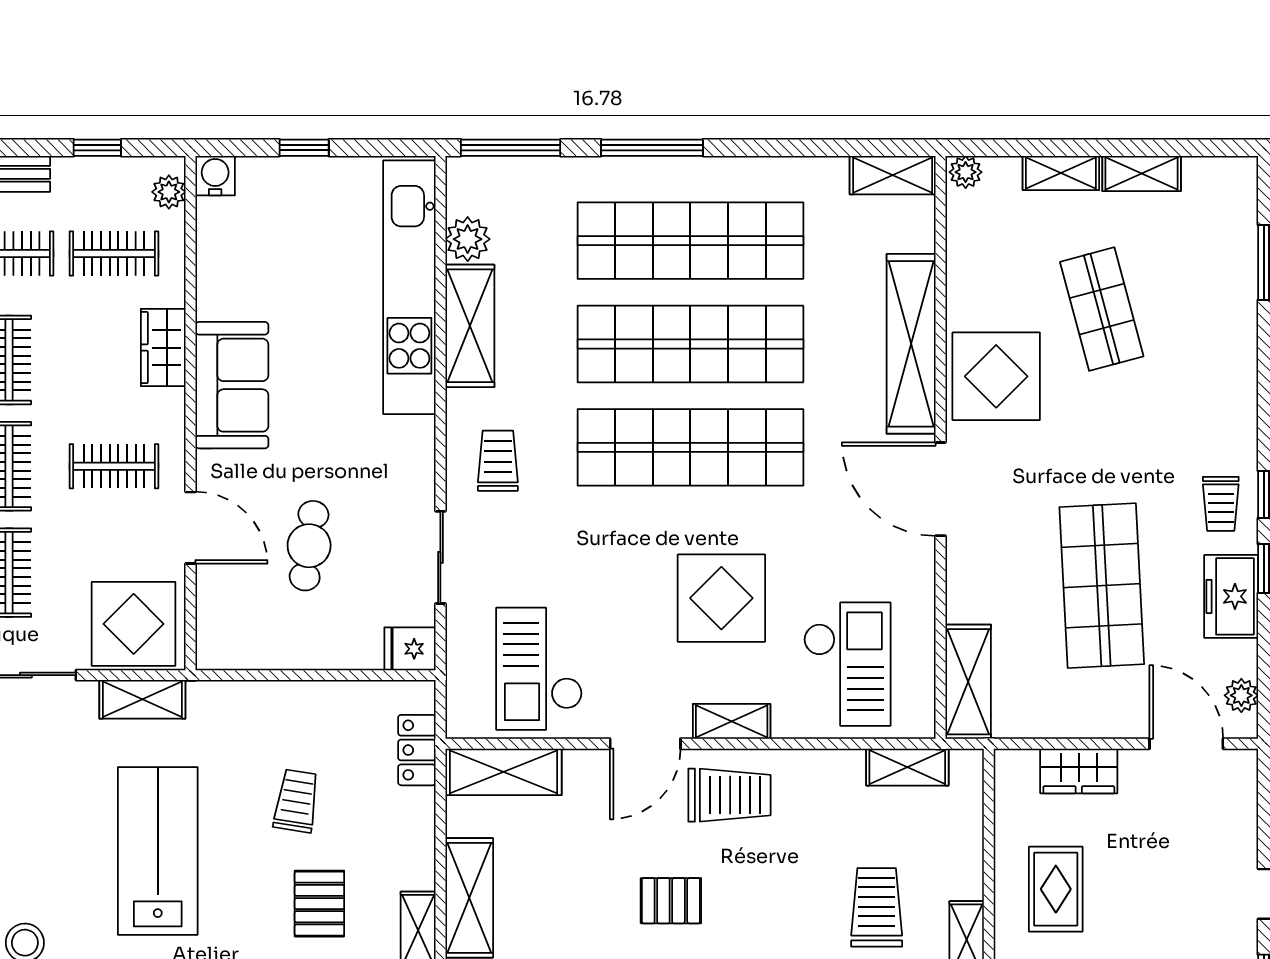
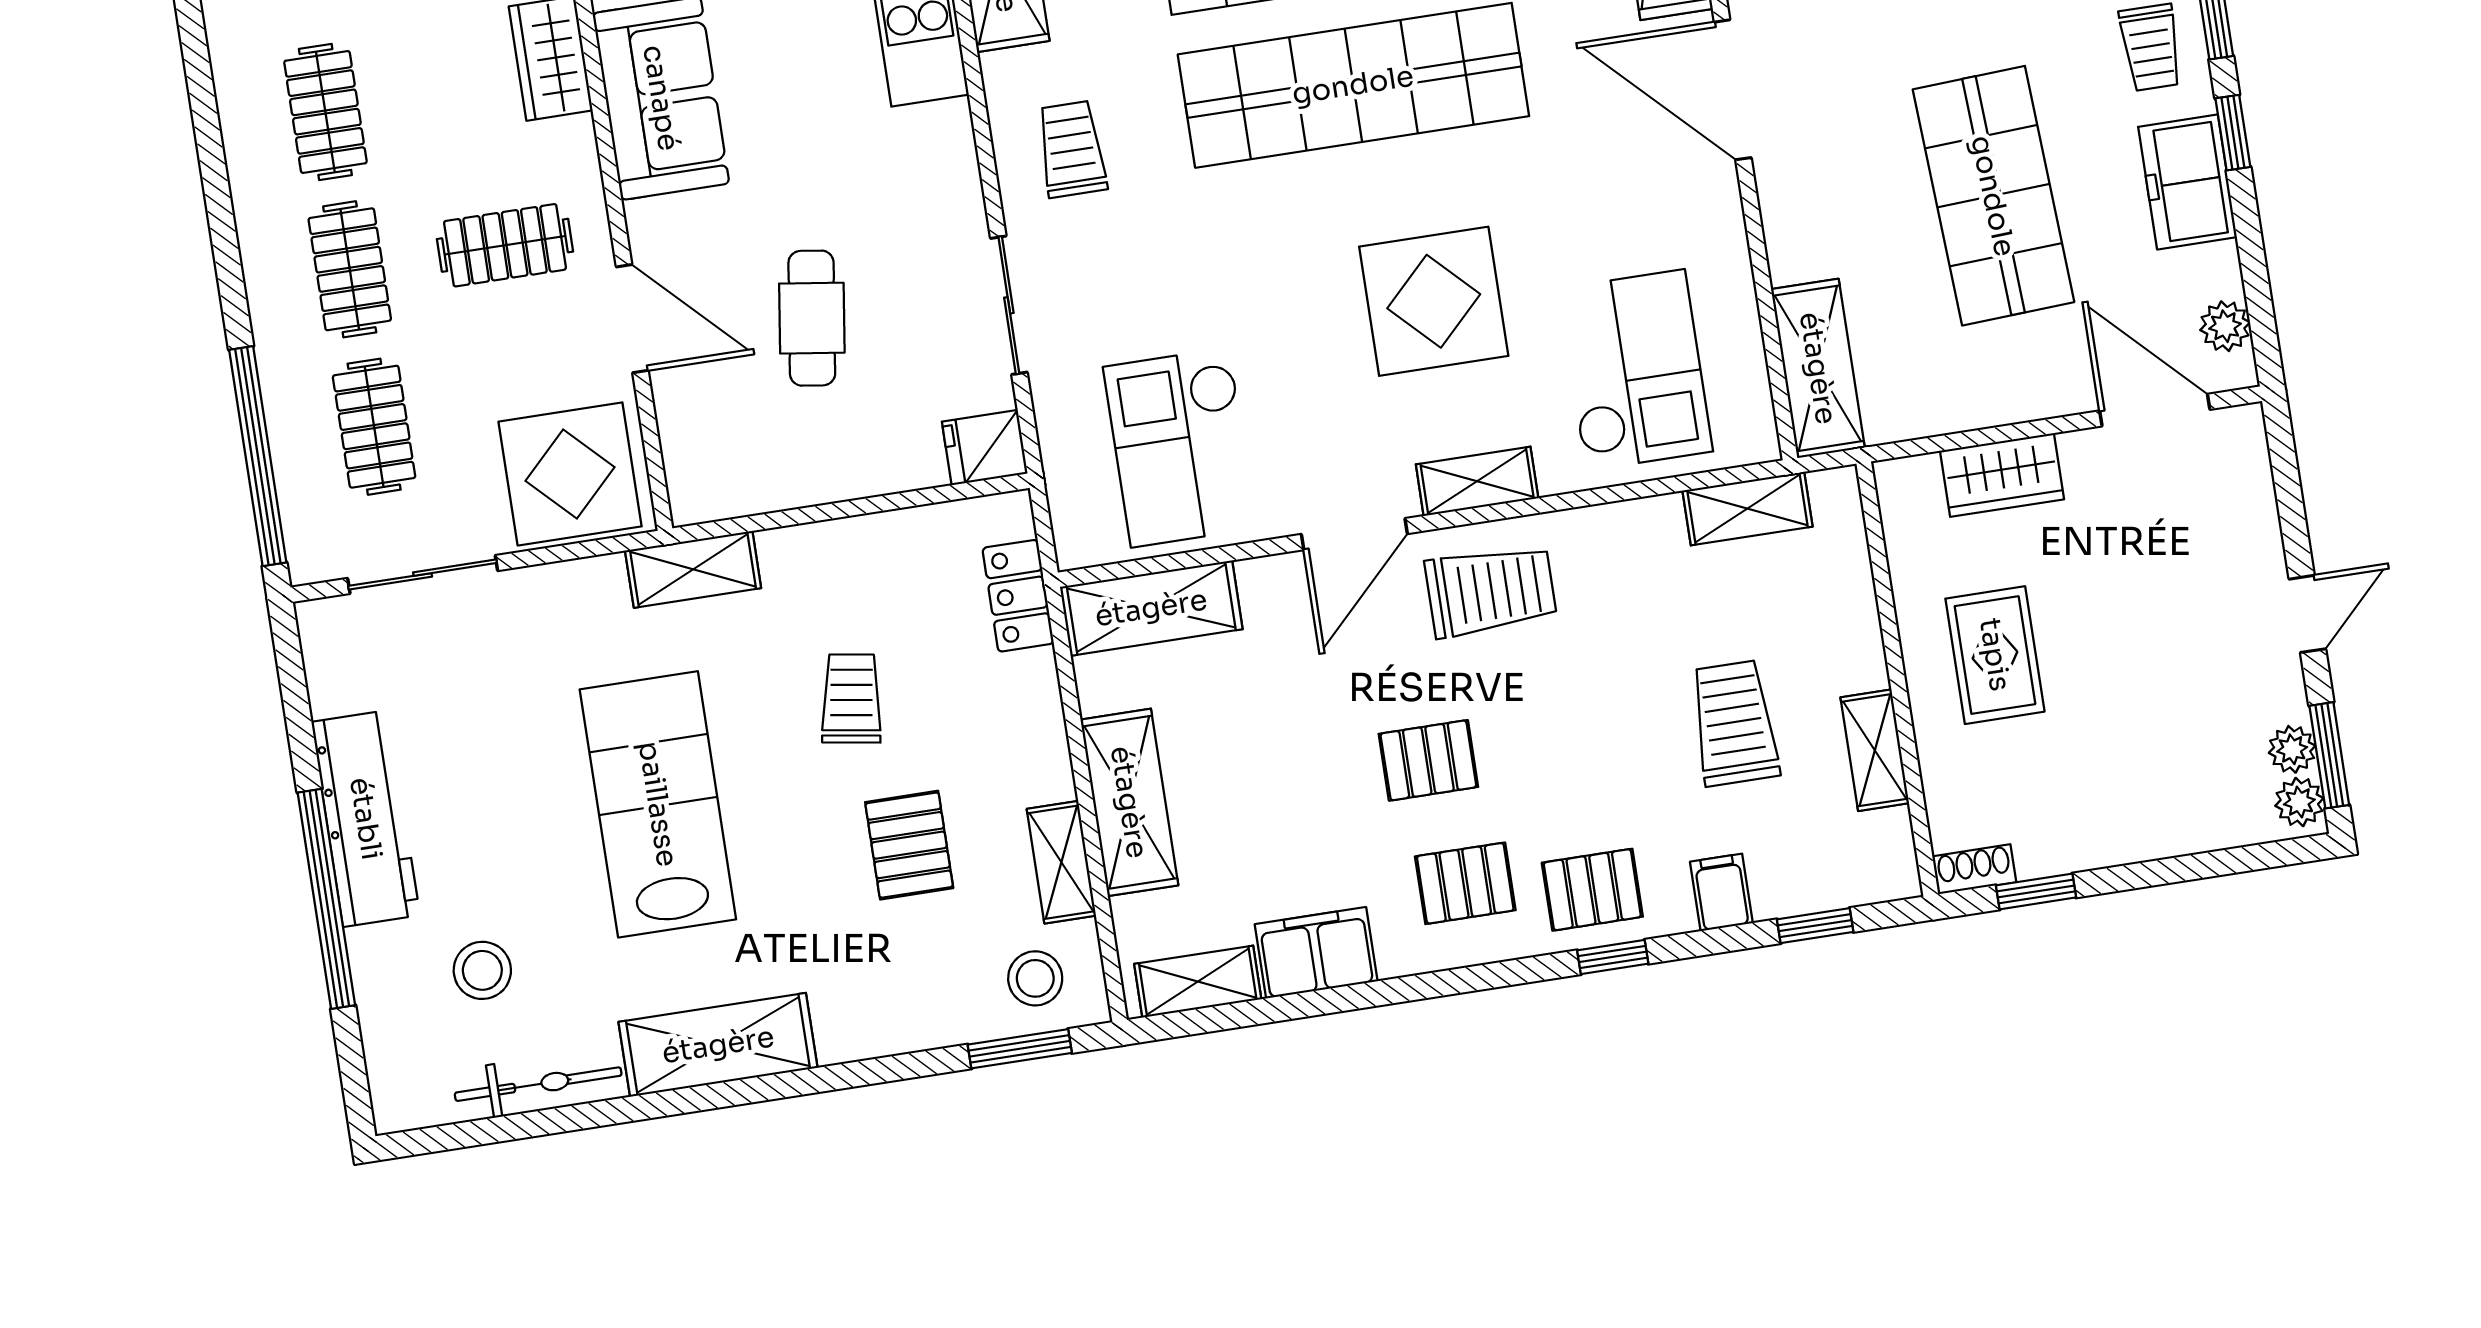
shelving: (142, 699) -> (693, 569), moved

